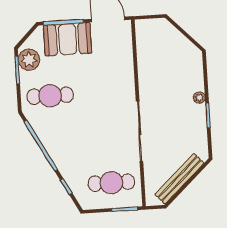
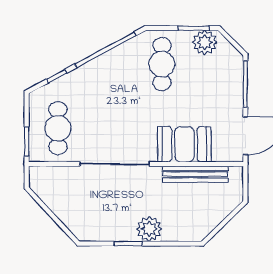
booth: (68, 39) -> (184, 144), moved, turned 90
plant: (199, 98) -> (149, 229), width x1.87, depth x1.87
bench: (179, 179) -> (195, 174), moved, turned -47

